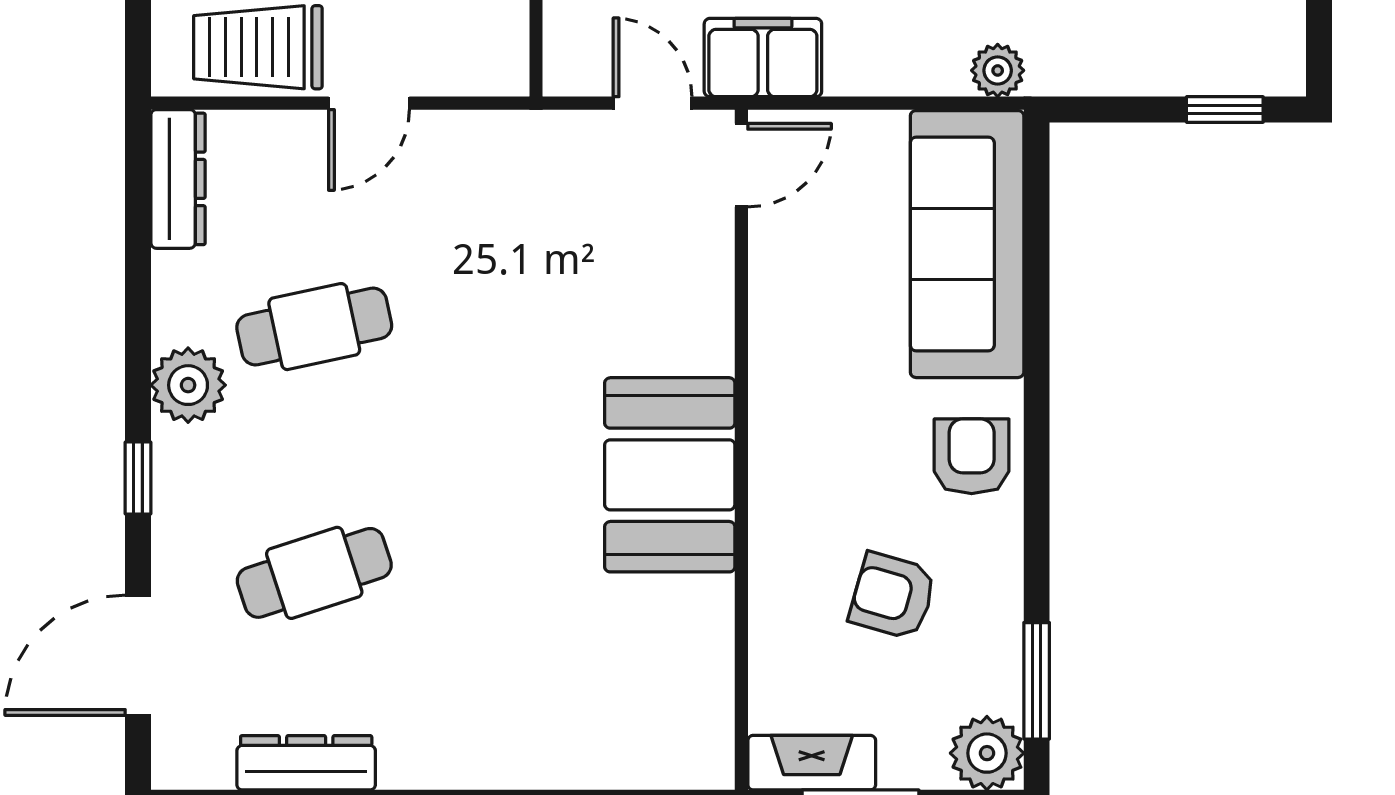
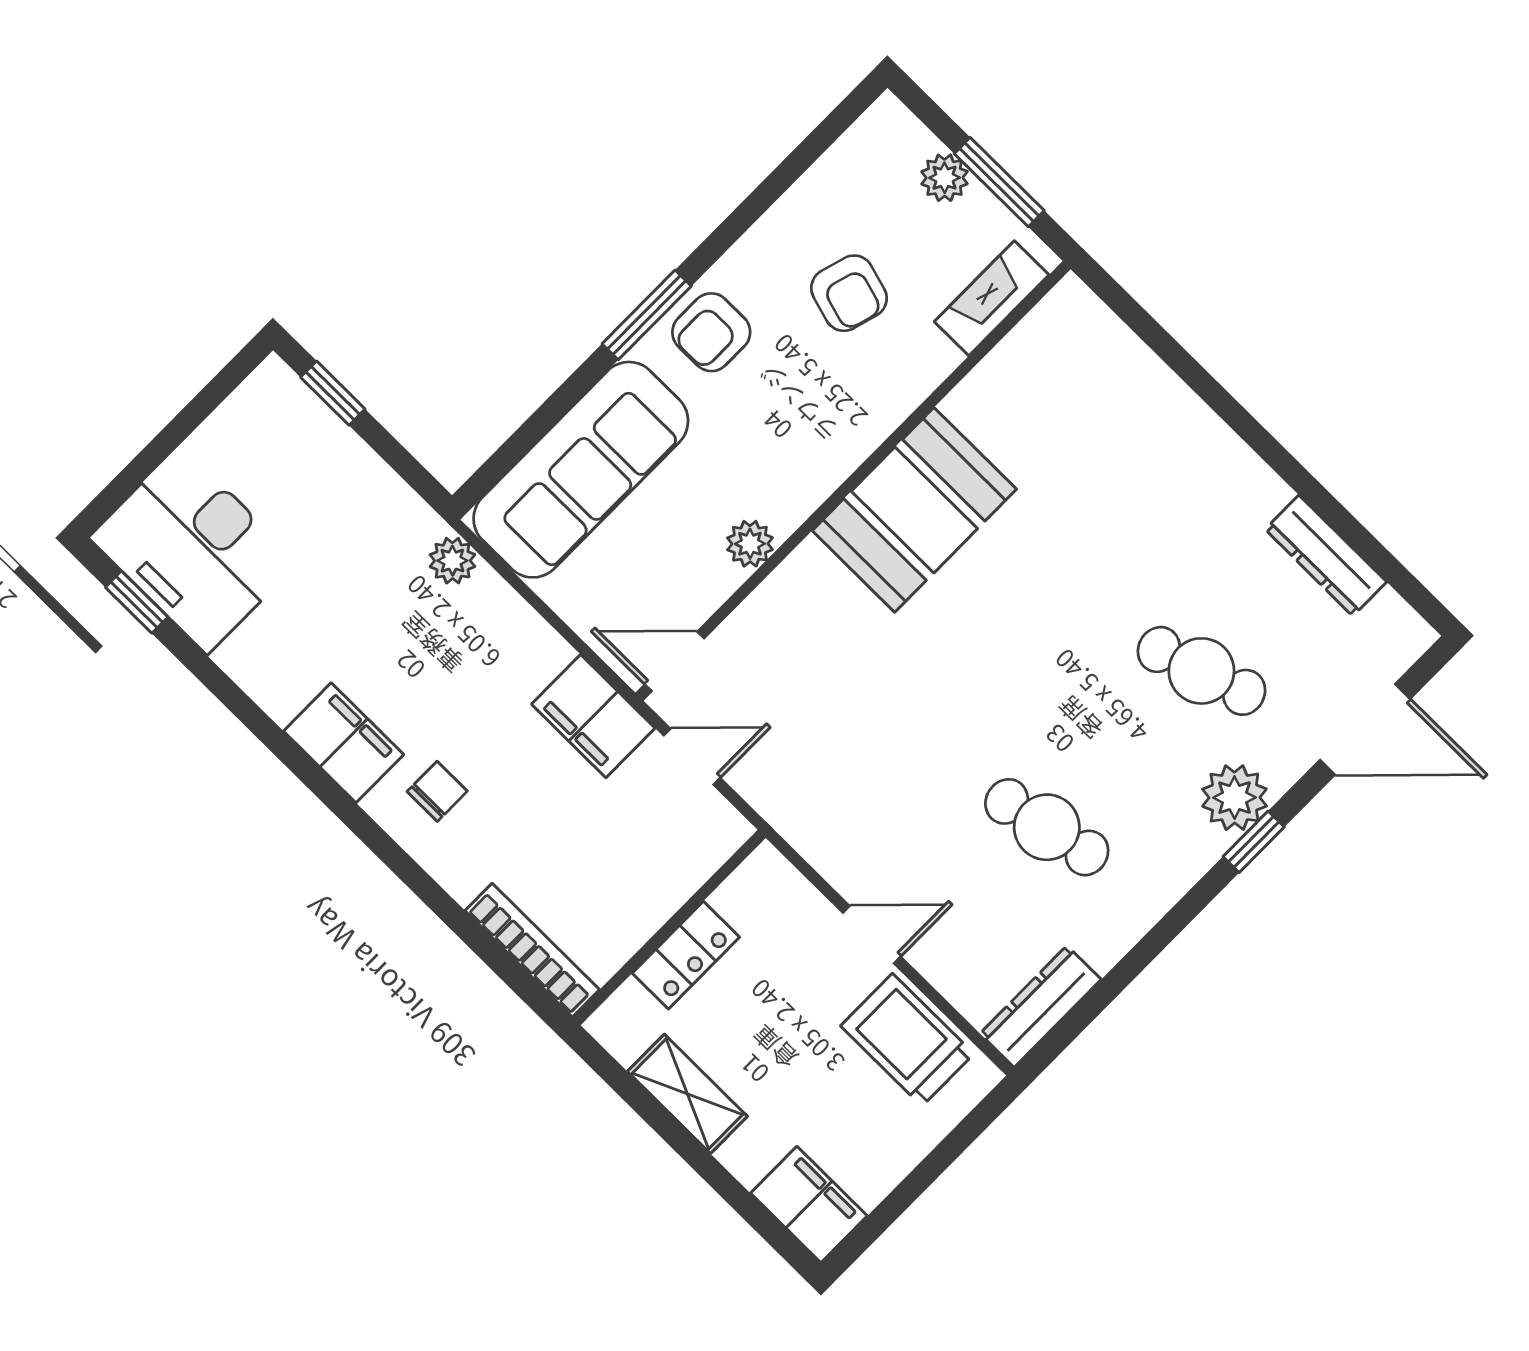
trolley: (258, 47) -> (907, 1040), turned 180
door: (653, 103) -> (692, 757), swing flipped
plant: (774, 318) -> (750, 544), added
plant: (188, 385) -> (1235, 798), moved
window: (1037, 681) -> (647, 315), moved
plant: (987, 753) -> (944, 178), moved, width x0.73, depth x0.73
fireplace: (812, 763) -> (992, 298), moved, turned 90

